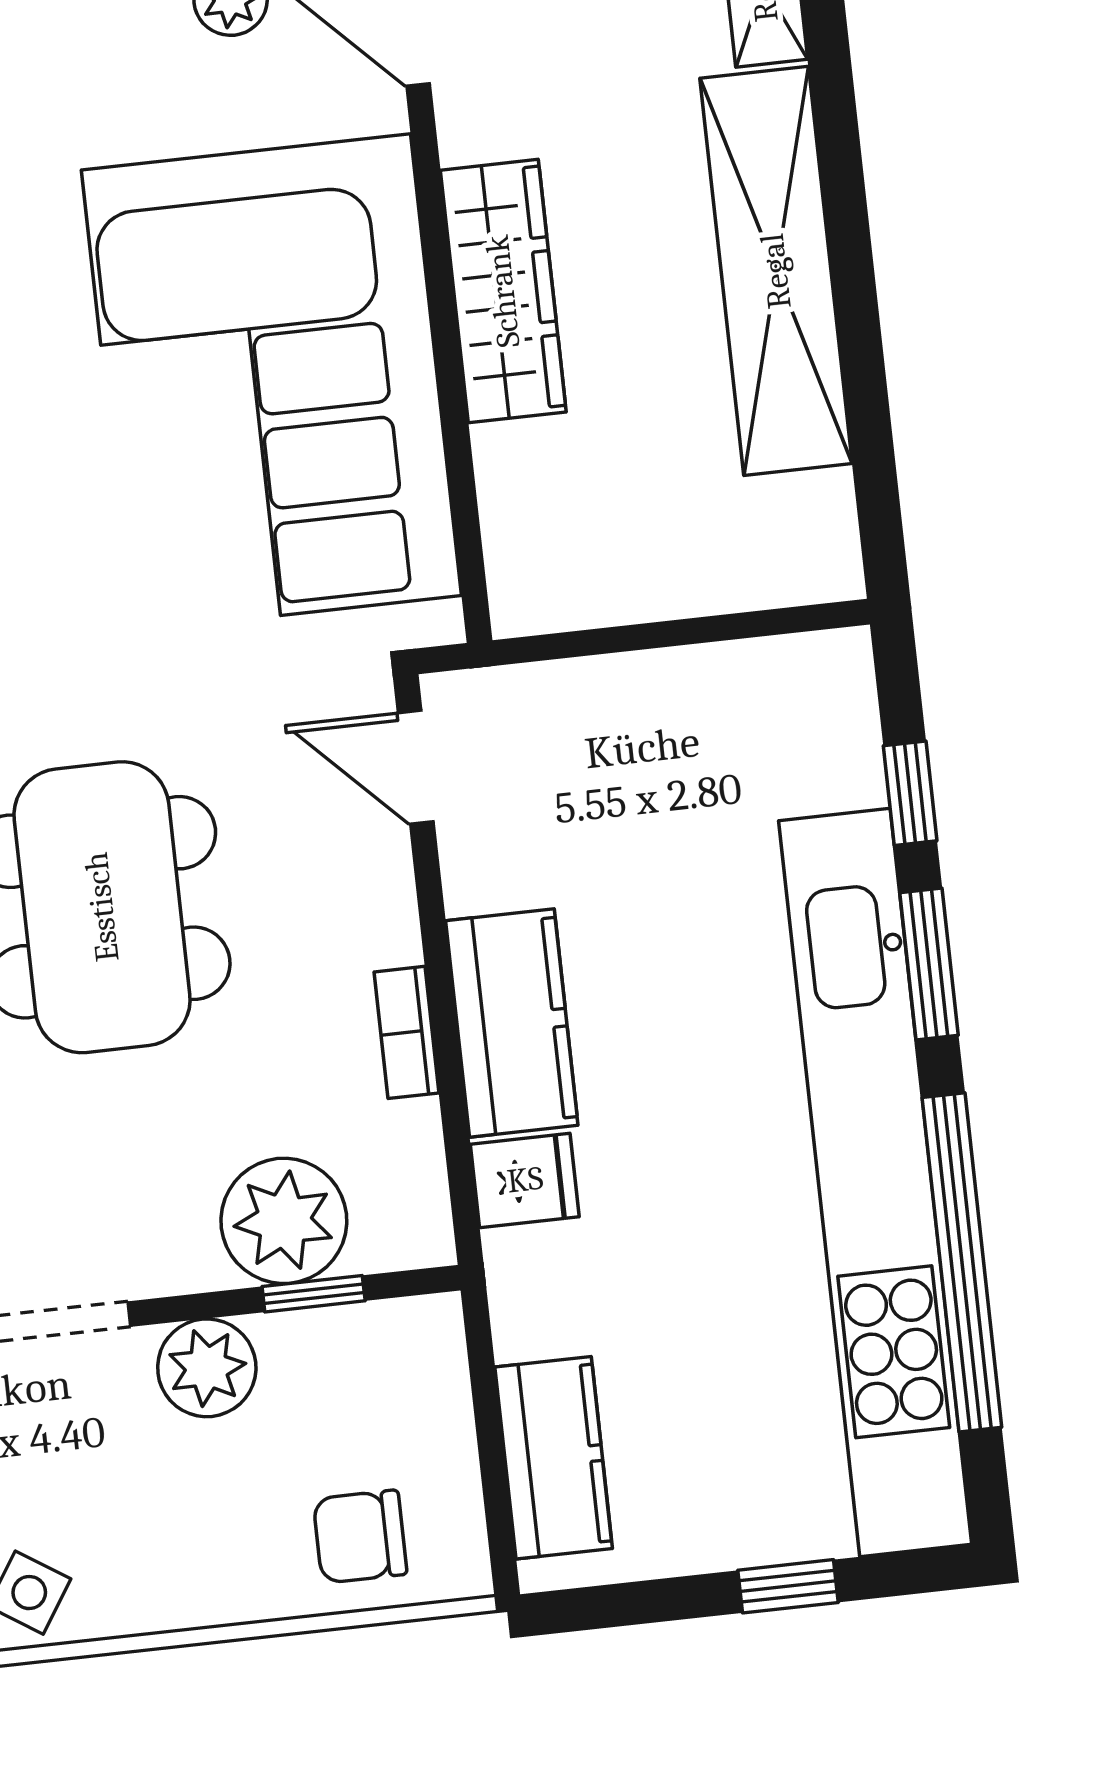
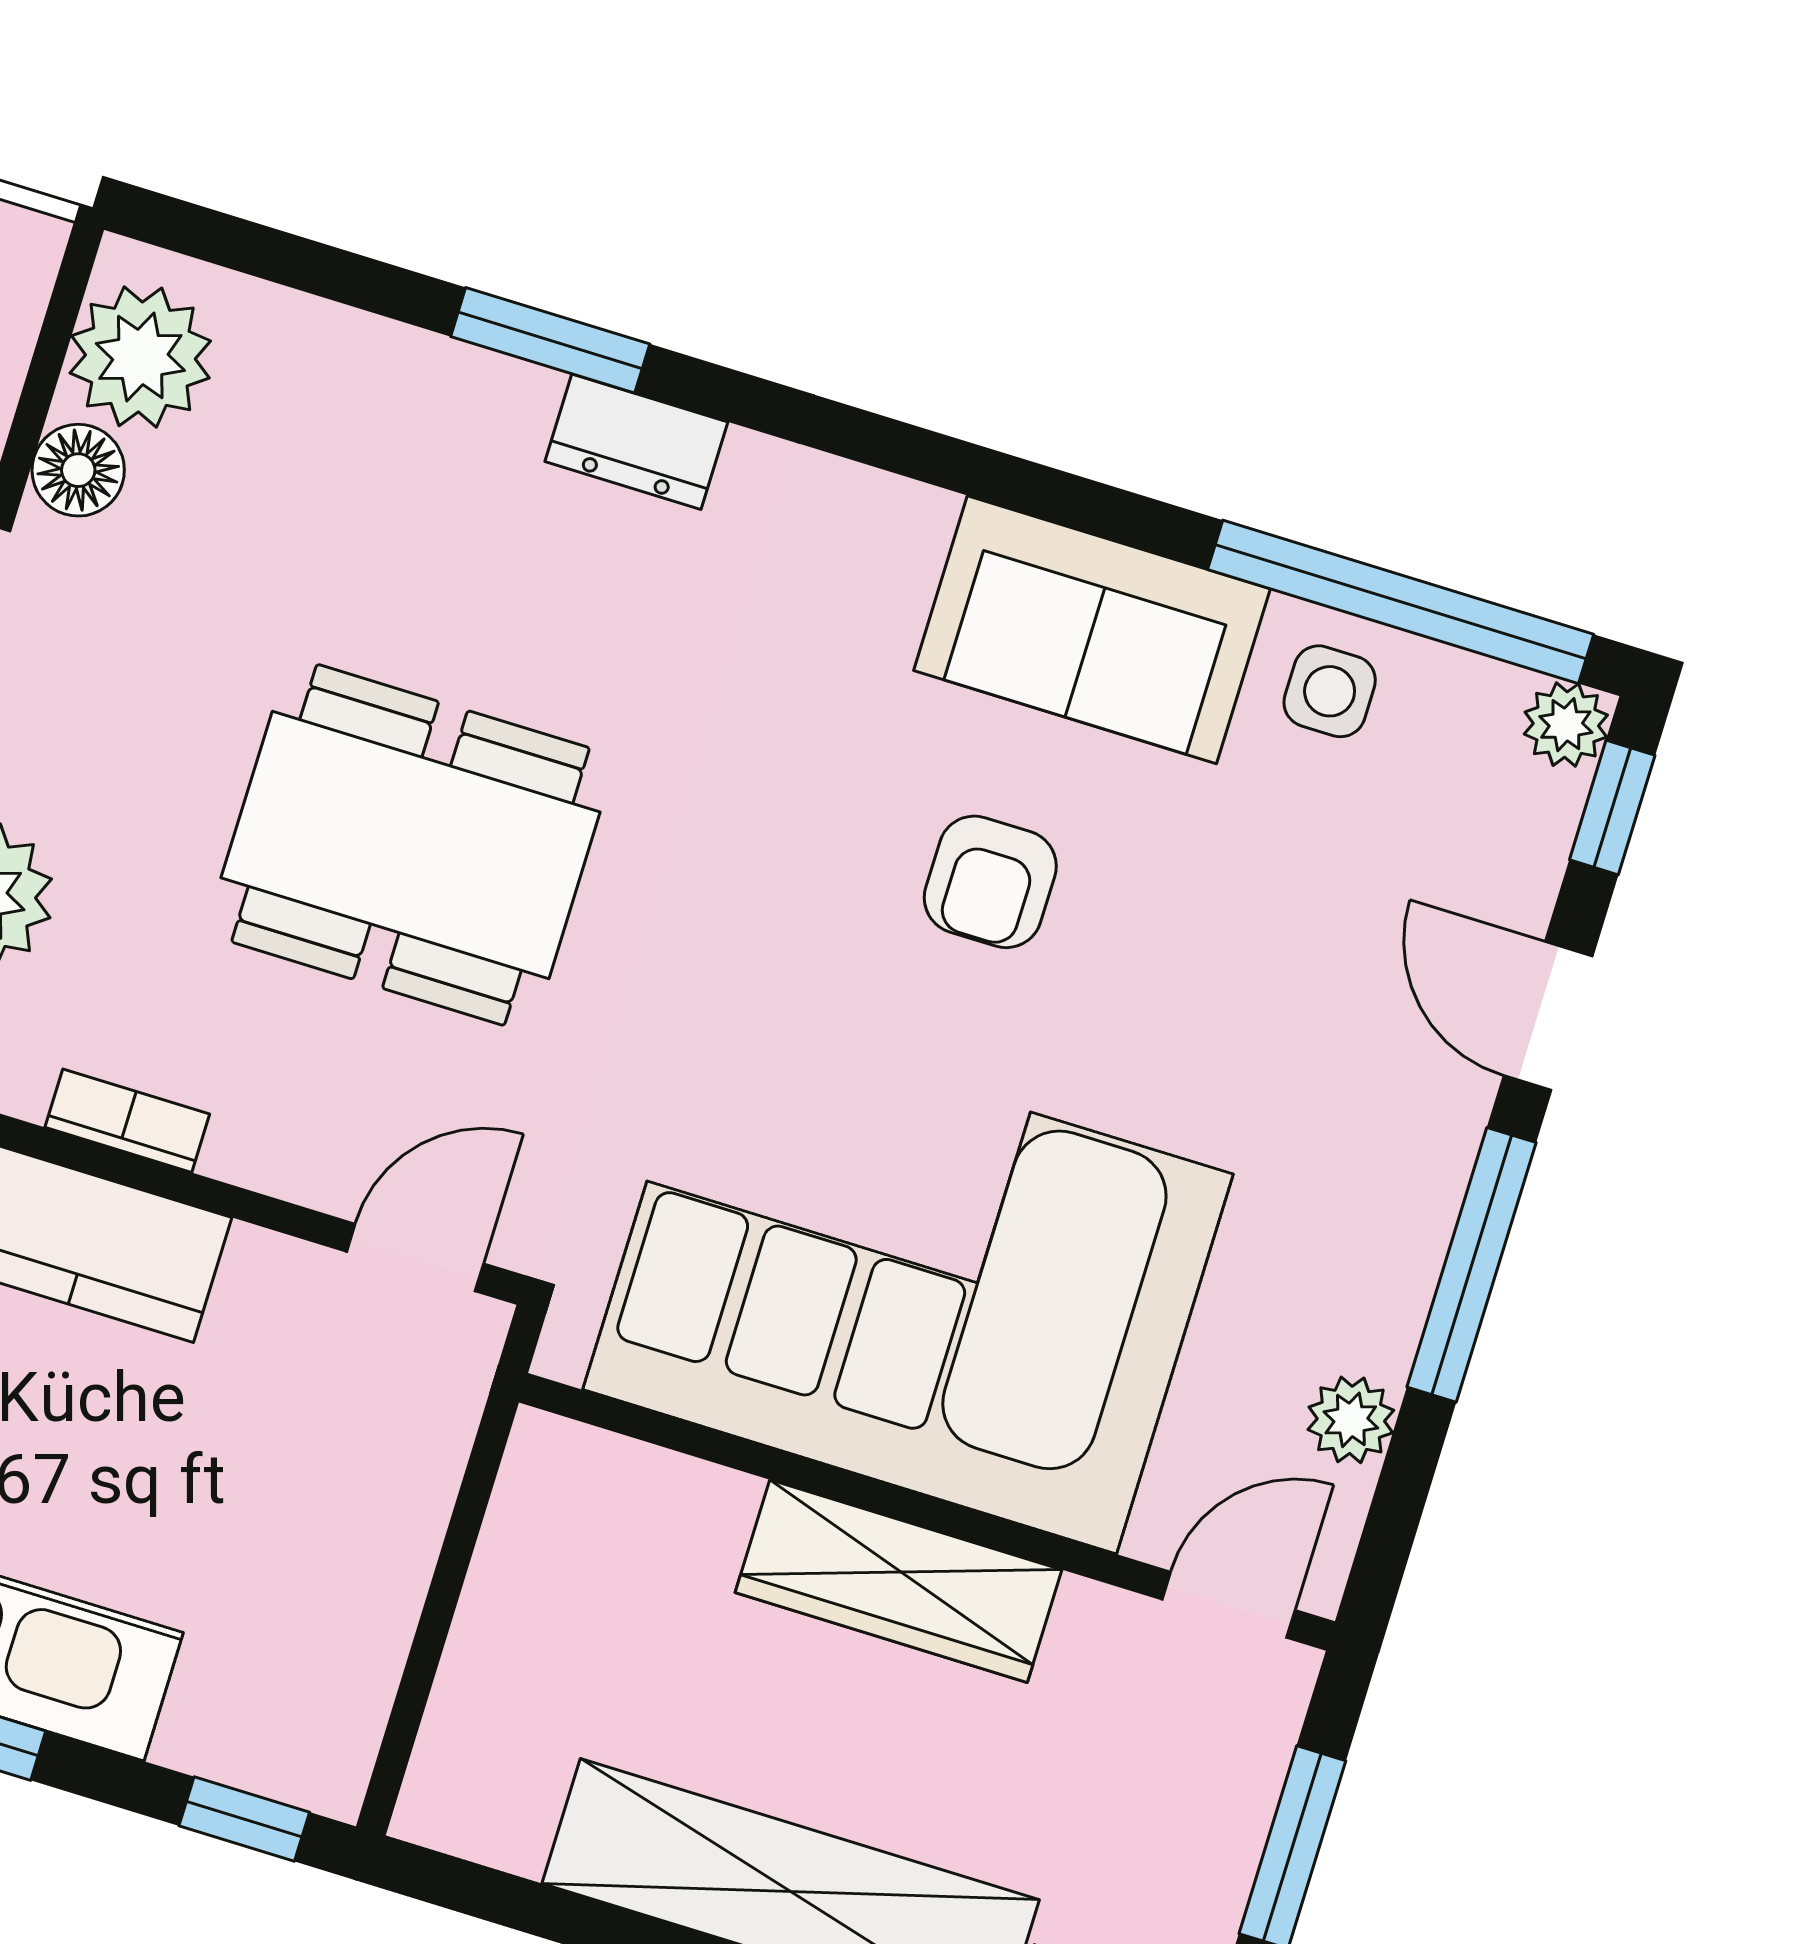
window: (910, 793) -> (244, 1819), moved

